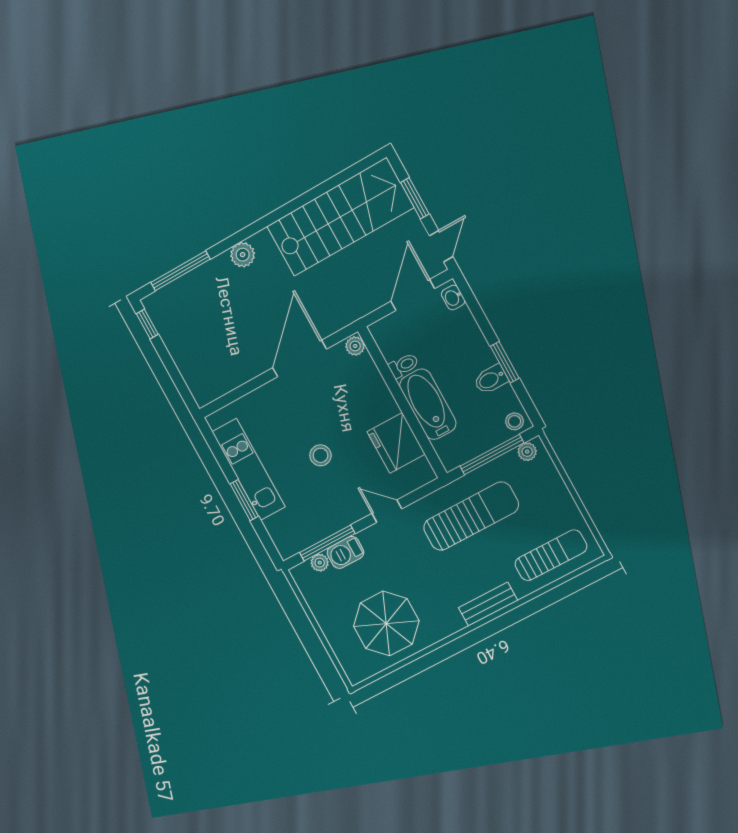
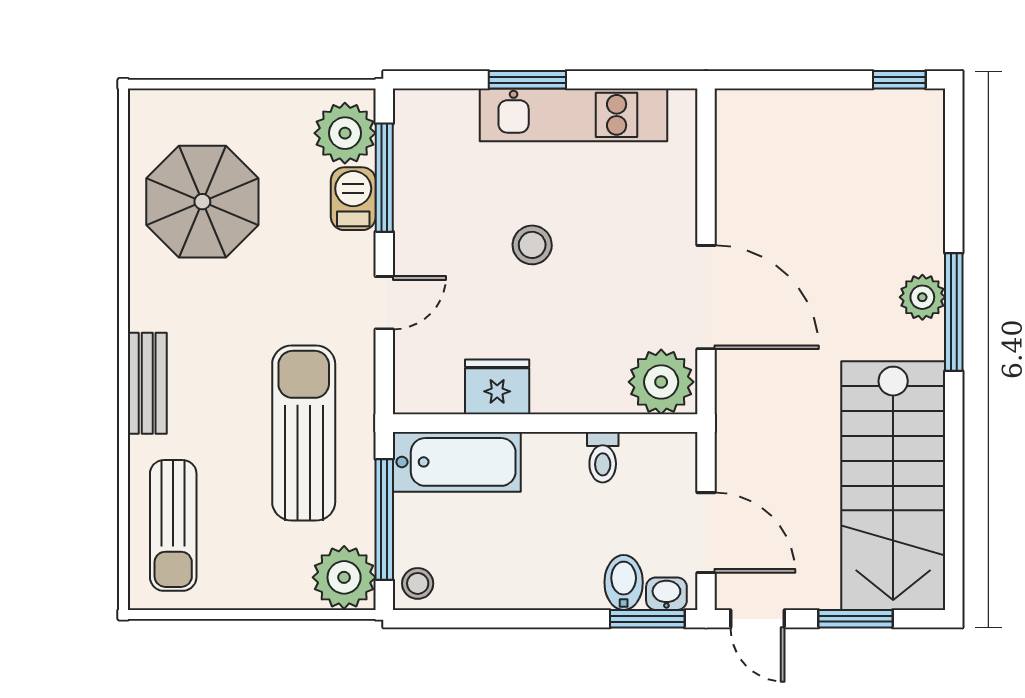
window: (180, 271) -> (954, 312), moved
plant: (355, 346) -> (661, 382), width x1.88, depth x1.88
window: (505, 362) -> (647, 619), moved
bidet: (491, 379) -> (624, 582), moved
bathtub: (428, 404) -> (457, 462), moved
fridge: (396, 443) -> (497, 387), width x0.73, depth x0.75
plant: (527, 452) -> (344, 577), width x1.88, depth x1.88
sun lounger: (471, 516) -> (304, 433), turned 180
plant: (320, 563) -> (345, 133), width x1.88, depth x1.88

